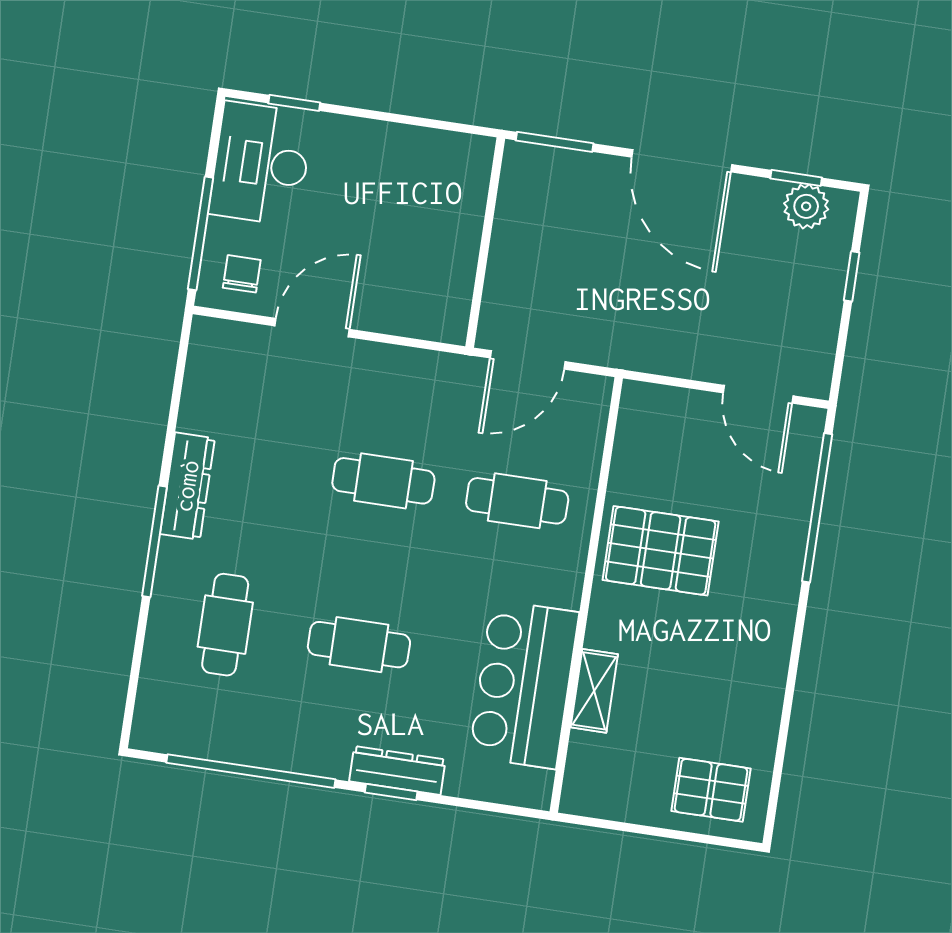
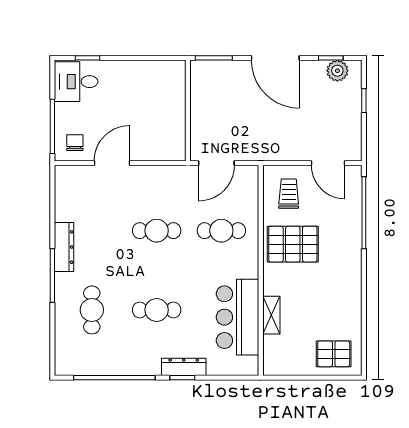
desk: (261, 164) -> (76, 82), width x0.73
trolley: (668, 445) -> (289, 194), added

